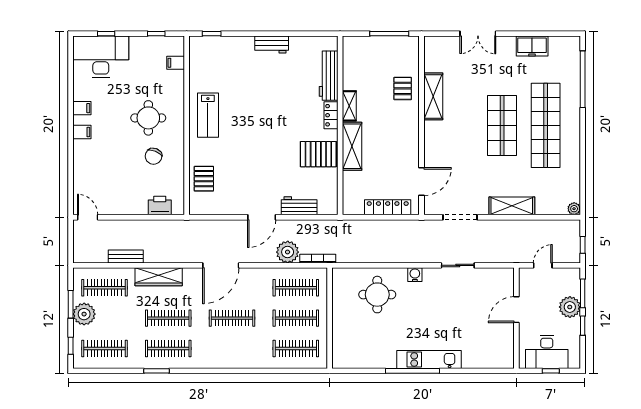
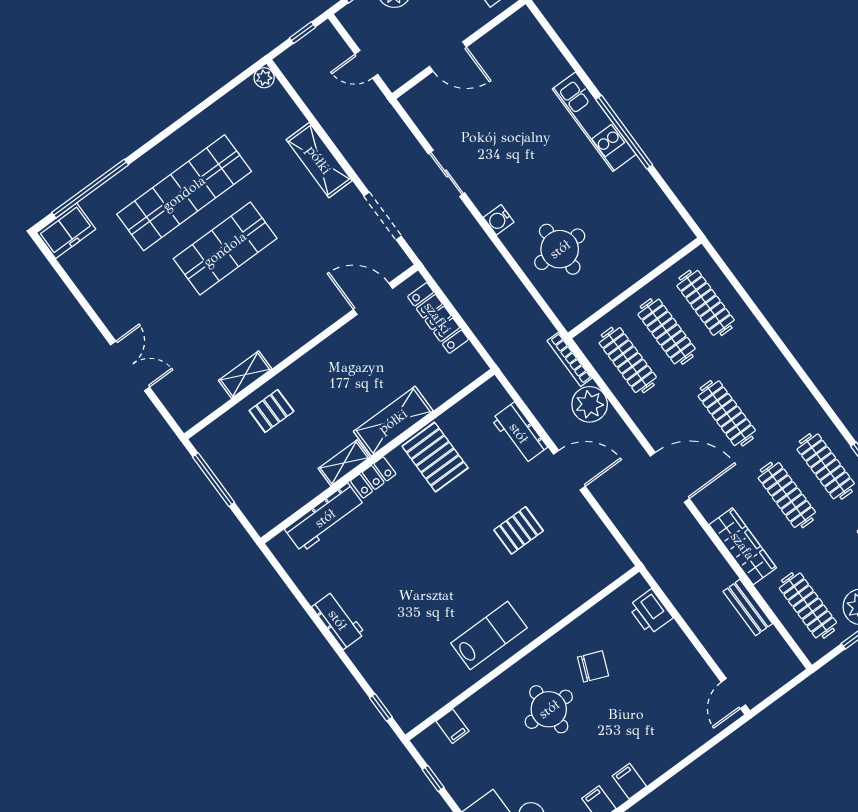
freezer: (532, 46) -> (66, 231), moved, turned 90
shelving: (433, 96) -> (245, 375), width x0.67, depth x0.75
pallet: (204, 179) -> (519, 530), moved

